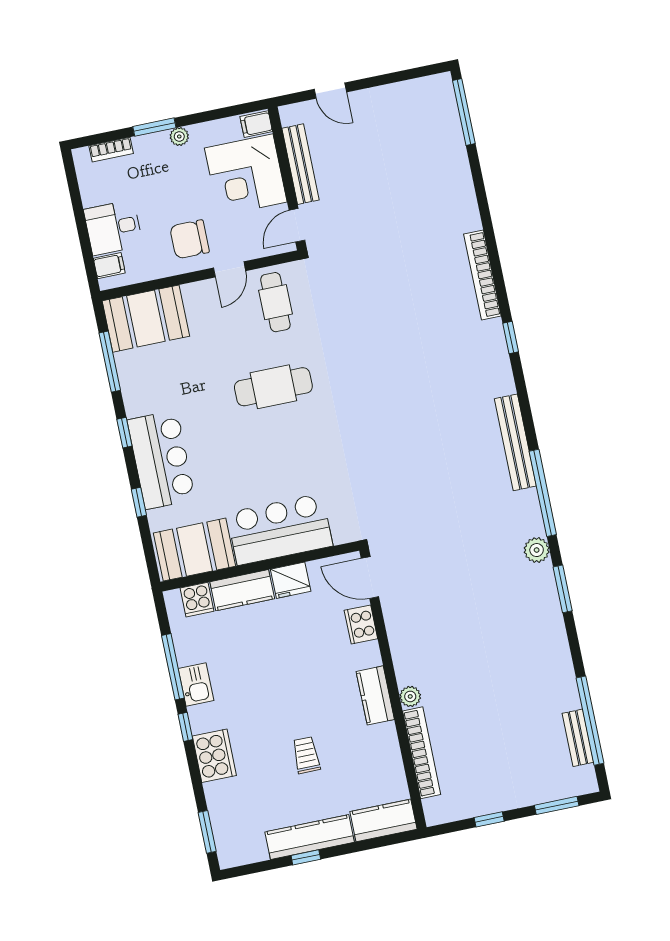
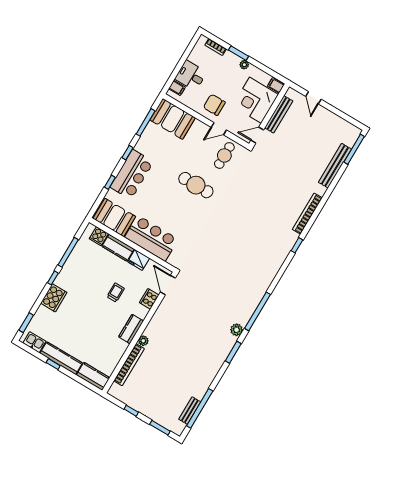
bench: (515, 442) -> (335, 166), moved
kitchen sink: (196, 684) -> (34, 342), moved, turned -90
trolley: (306, 755) -> (116, 293), moved

